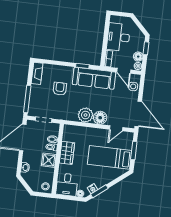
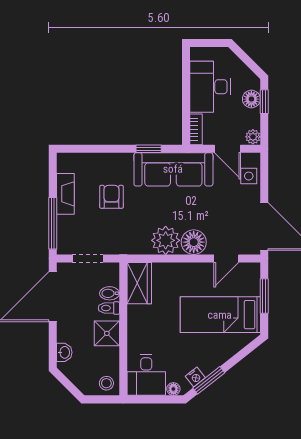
floor lamp: (138, 57) -> (251, 99), moved
fireplace: (37, 73) -> (65, 194), moved
wardrobe: (67, 153) -> (139, 283), moved

